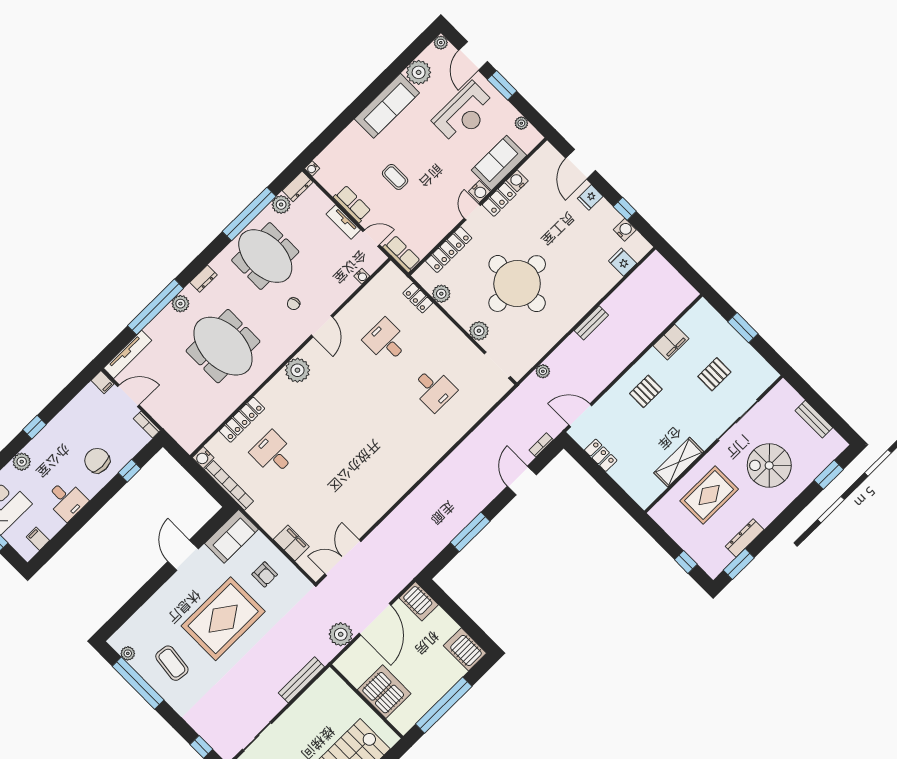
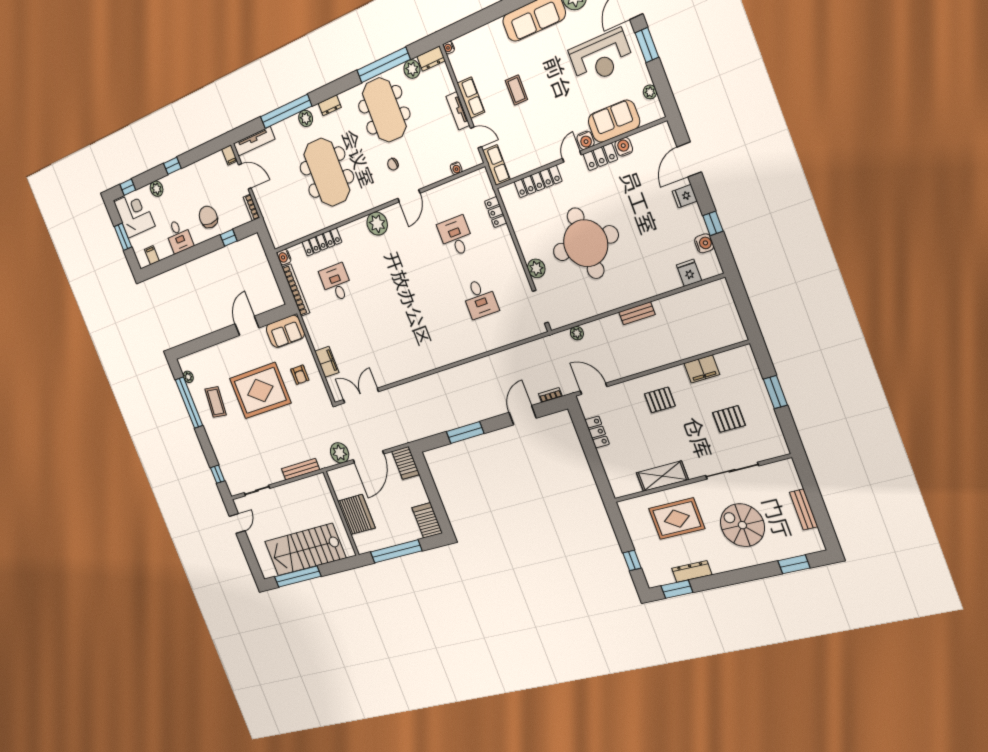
plant: (441, 294) -> (517, 218), removed

